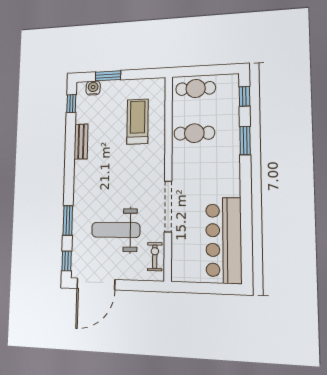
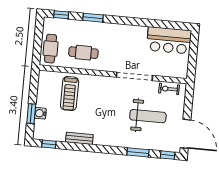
water cooler: (93, 88) -> (40, 113), moved
treadmill: (138, 122) -> (70, 94), turned -90
cafe table: (194, 133) -> (83, 53), turned 90
weight bench: (116, 230) -> (148, 116), turned -90
bar counter: (224, 240) -> (169, 40), width x0.73

